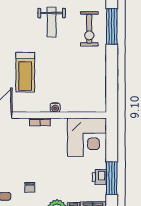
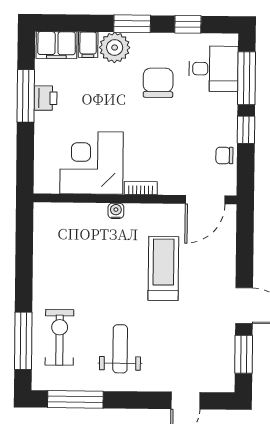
corner desk: (87, 137) -> (92, 163), moved
chair: (30, 187) -> (158, 83), width x1.87, depth x1.87

